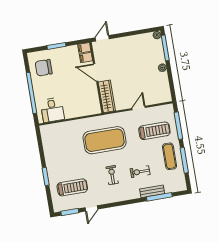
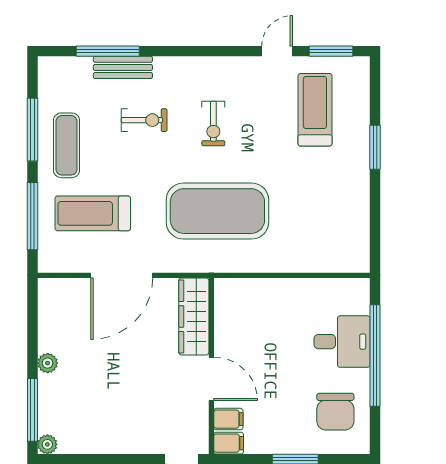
chair: (44, 68) -> (335, 412), turned 90
door: (139, 108) -> (122, 275), width x1.87
desk: (52, 110) -> (342, 342), moved, turned 90
treadmill: (72, 187) -> (315, 110), turned 90

